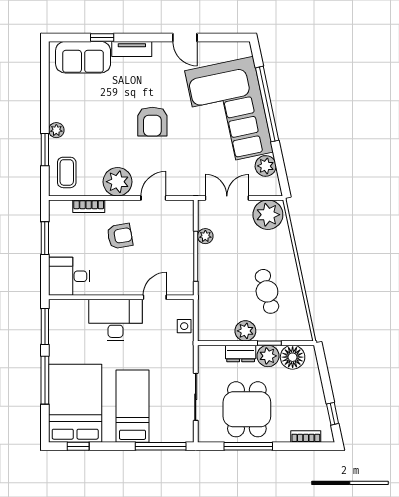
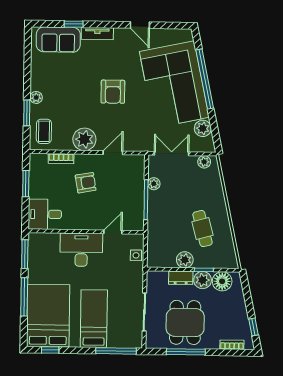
plant: (268, 215) -> (204, 162), width x0.53, depth x0.53

